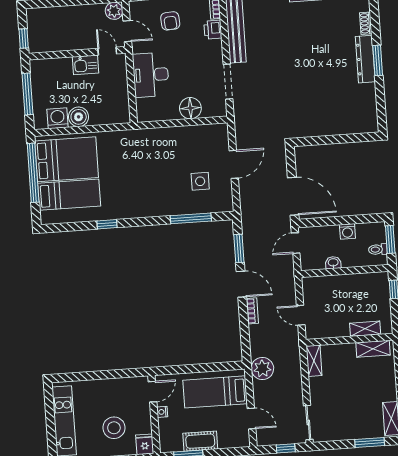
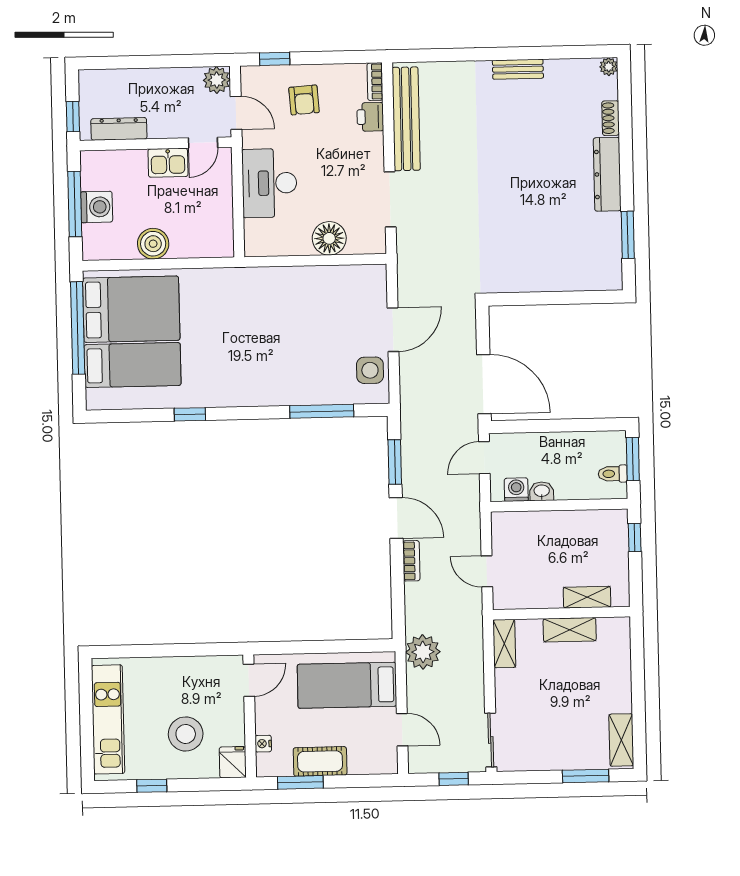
dresser: (53, 45) -> (119, 129), added
door: (107, 51) -> (203, 143), swing flipped
window: (378, 60) -> (628, 235), moved
washing machine: (58, 118) -> (97, 207), moved, turned 90
side table: (200, 181) -> (370, 370), moved
washing machine: (347, 231) -> (516, 490), moved, turned 180
shelving: (373, 349) -> (570, 630), moved
nightstand: (162, 412) -> (263, 744), moved

